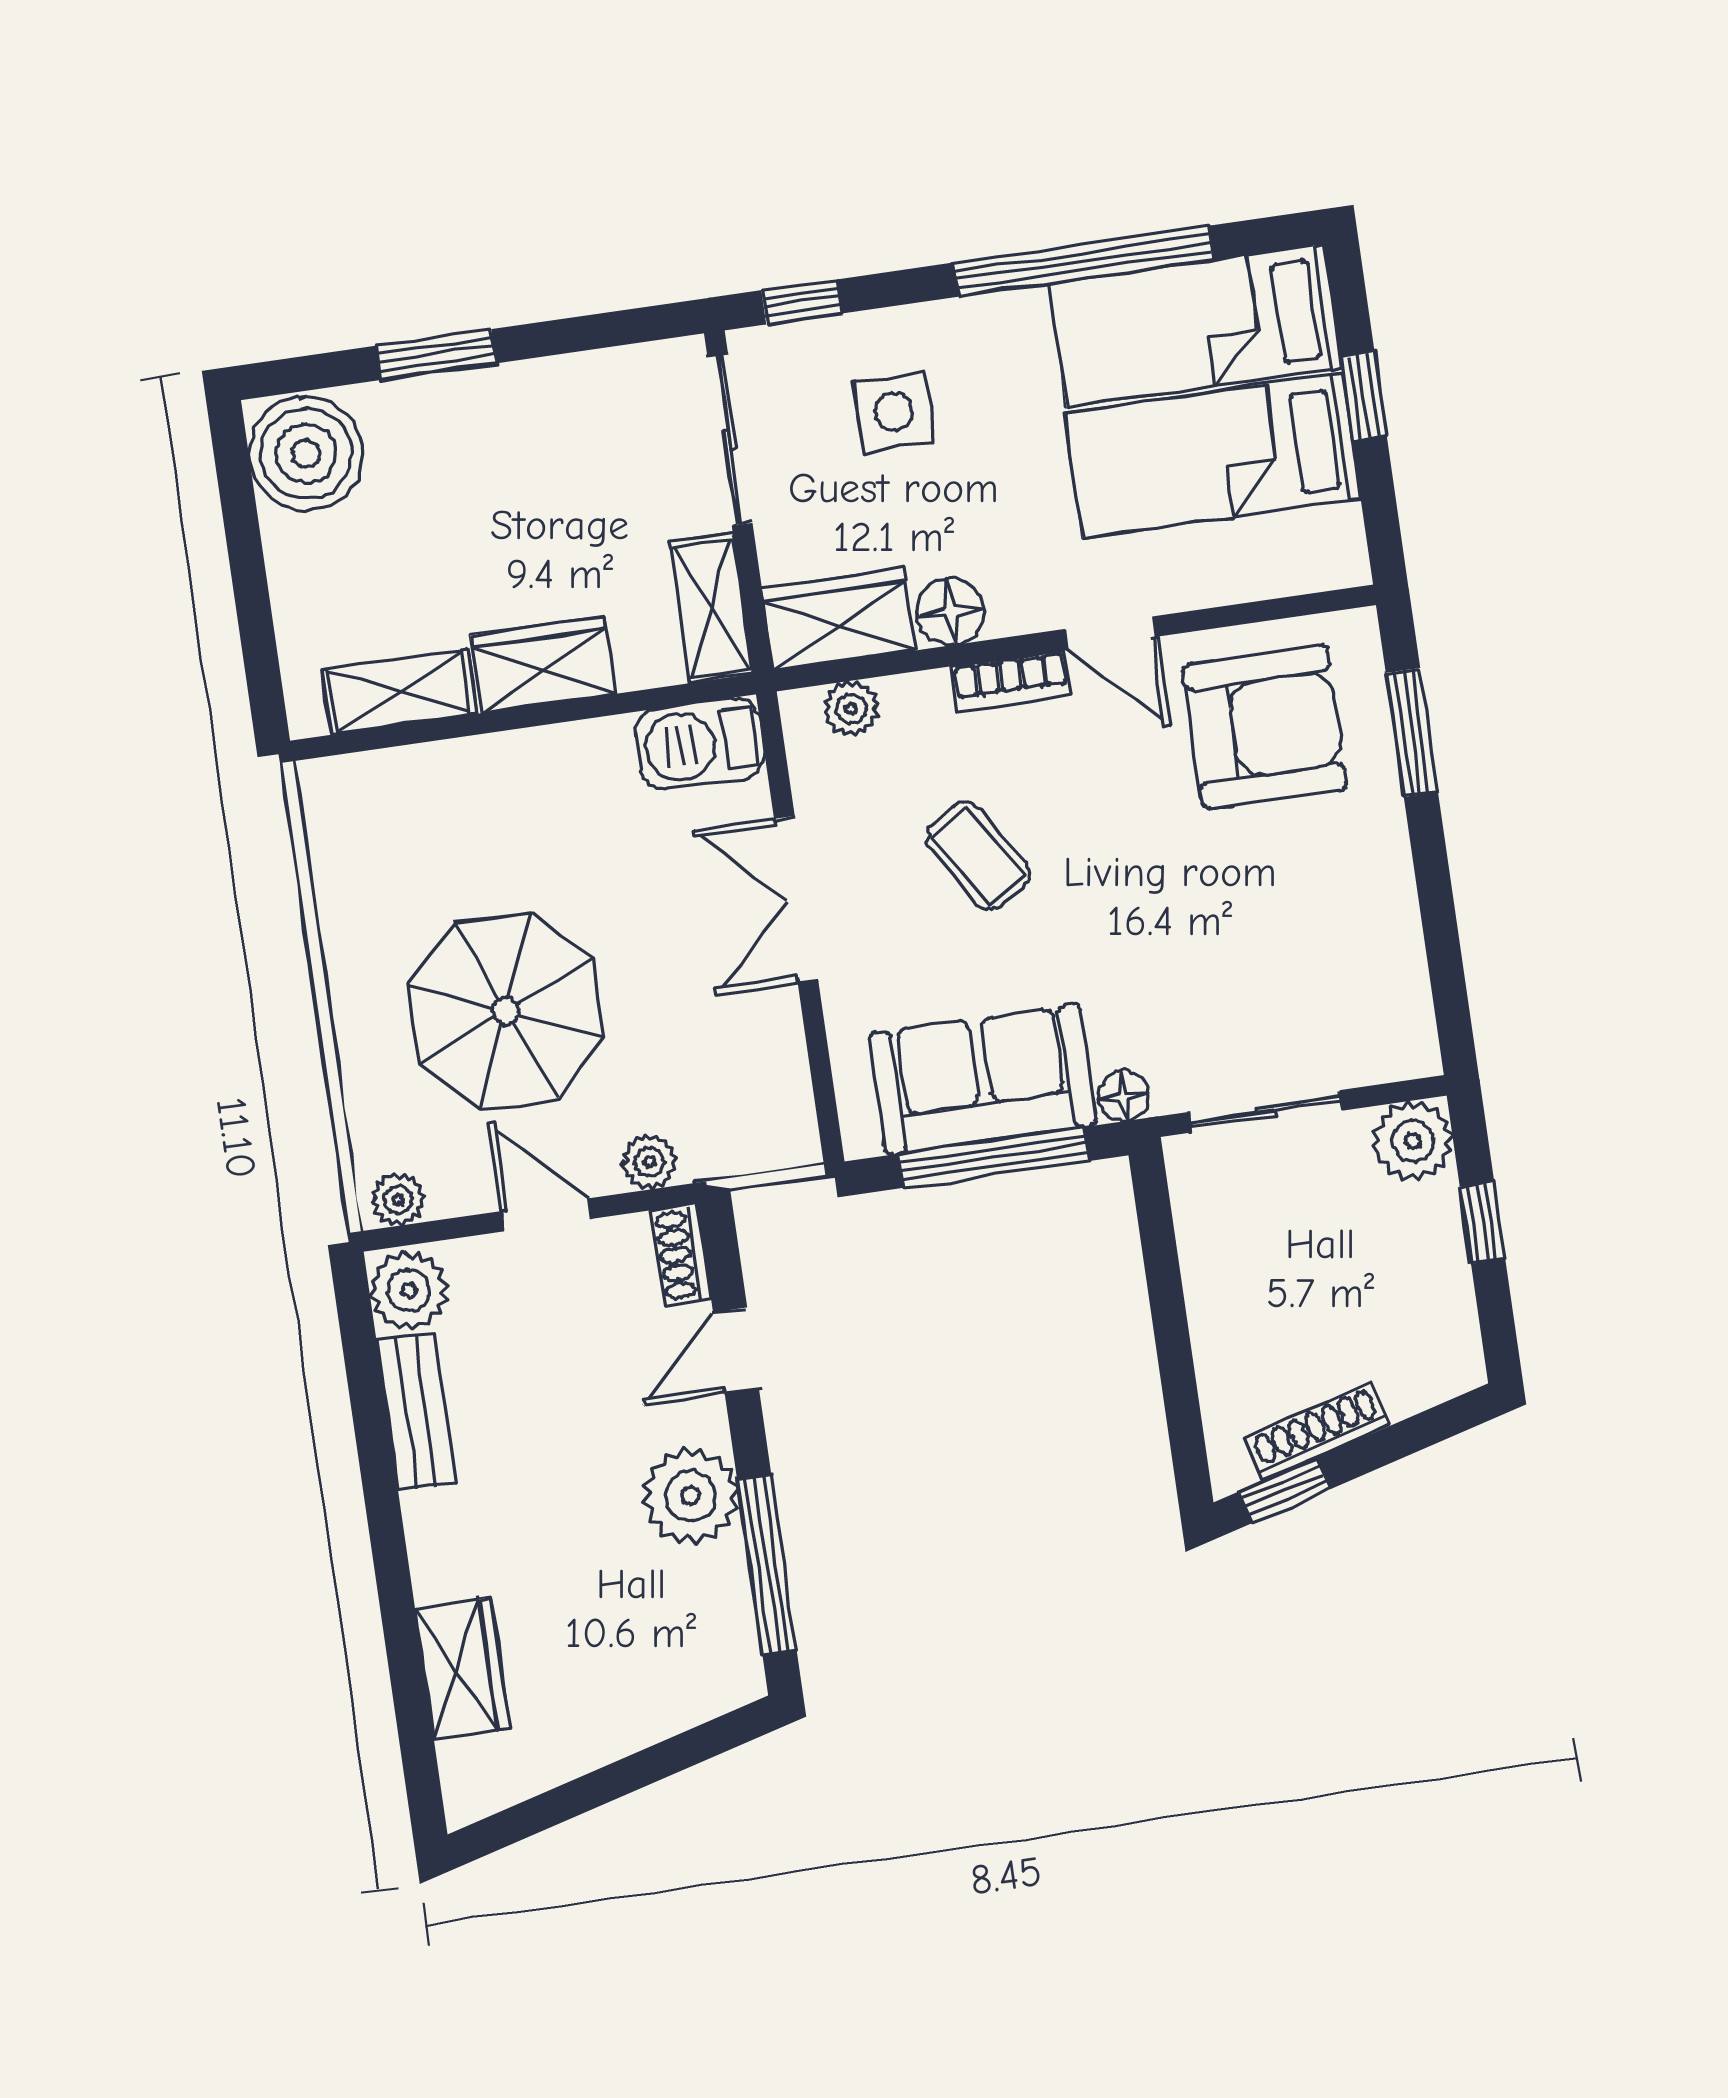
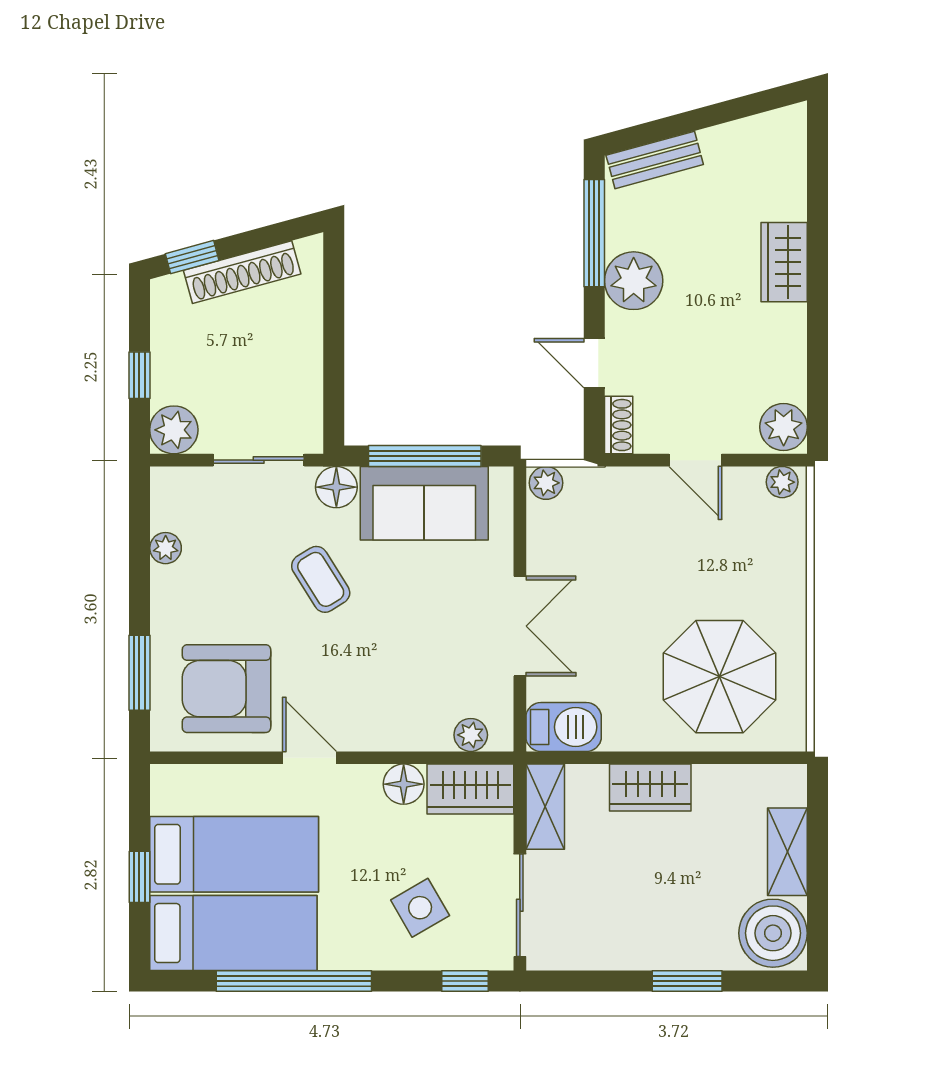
side table: (894, 412) -> (420, 908), turned -30
bookcase: (1011, 681) -> (373, 738), removed
shelving: (399, 692) -> (787, 852), moved, turned 90
coffee table: (978, 856) -> (321, 579), moved
plant: (1399, 944) -> (166, 548), added
parasol: (506, 1011) -> (719, 677), moved
floor lamp: (1124, 1096) -> (336, 487), width x1.37, depth x1.37
plant: (649, 1162) -> (546, 483), moved
door: (736, 1351) -> (594, 363), swing flipped
bench: (416, 1412) -> (655, 160), moved, turned 75
shoe rack: (1317, 1432) -> (242, 272), width x1.36, depth x1.24
window: (1284, 1490) -> (192, 257), moved
wardrobe: (462, 1668) -> (784, 262), moved

